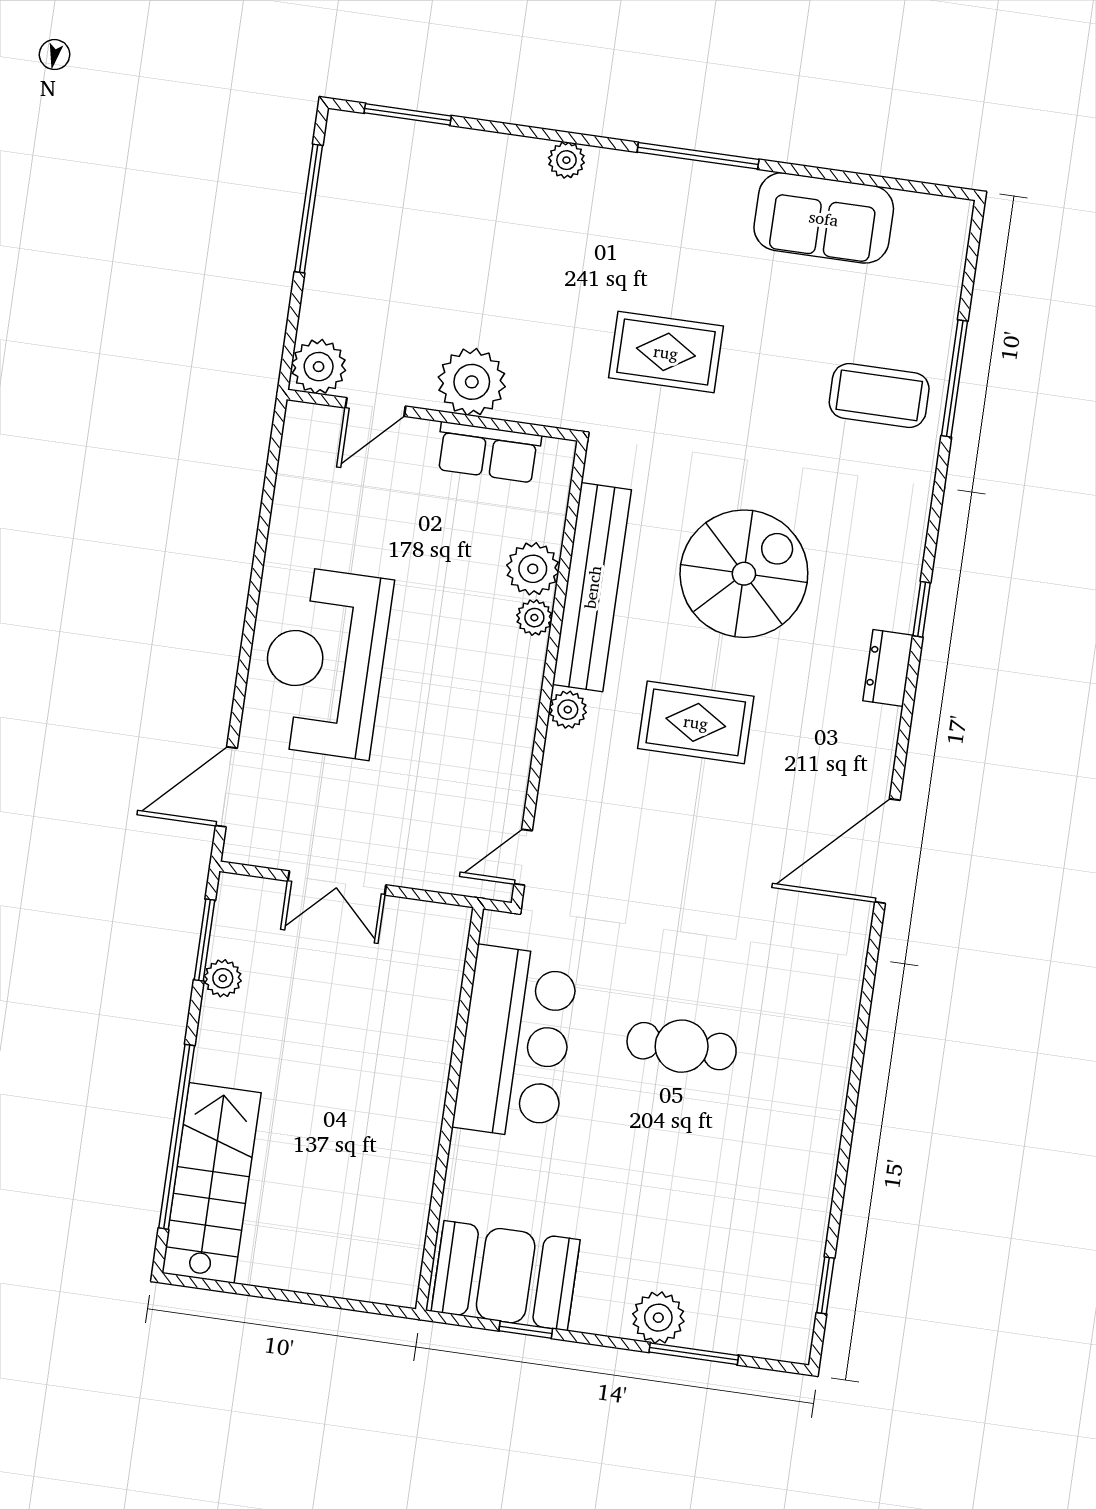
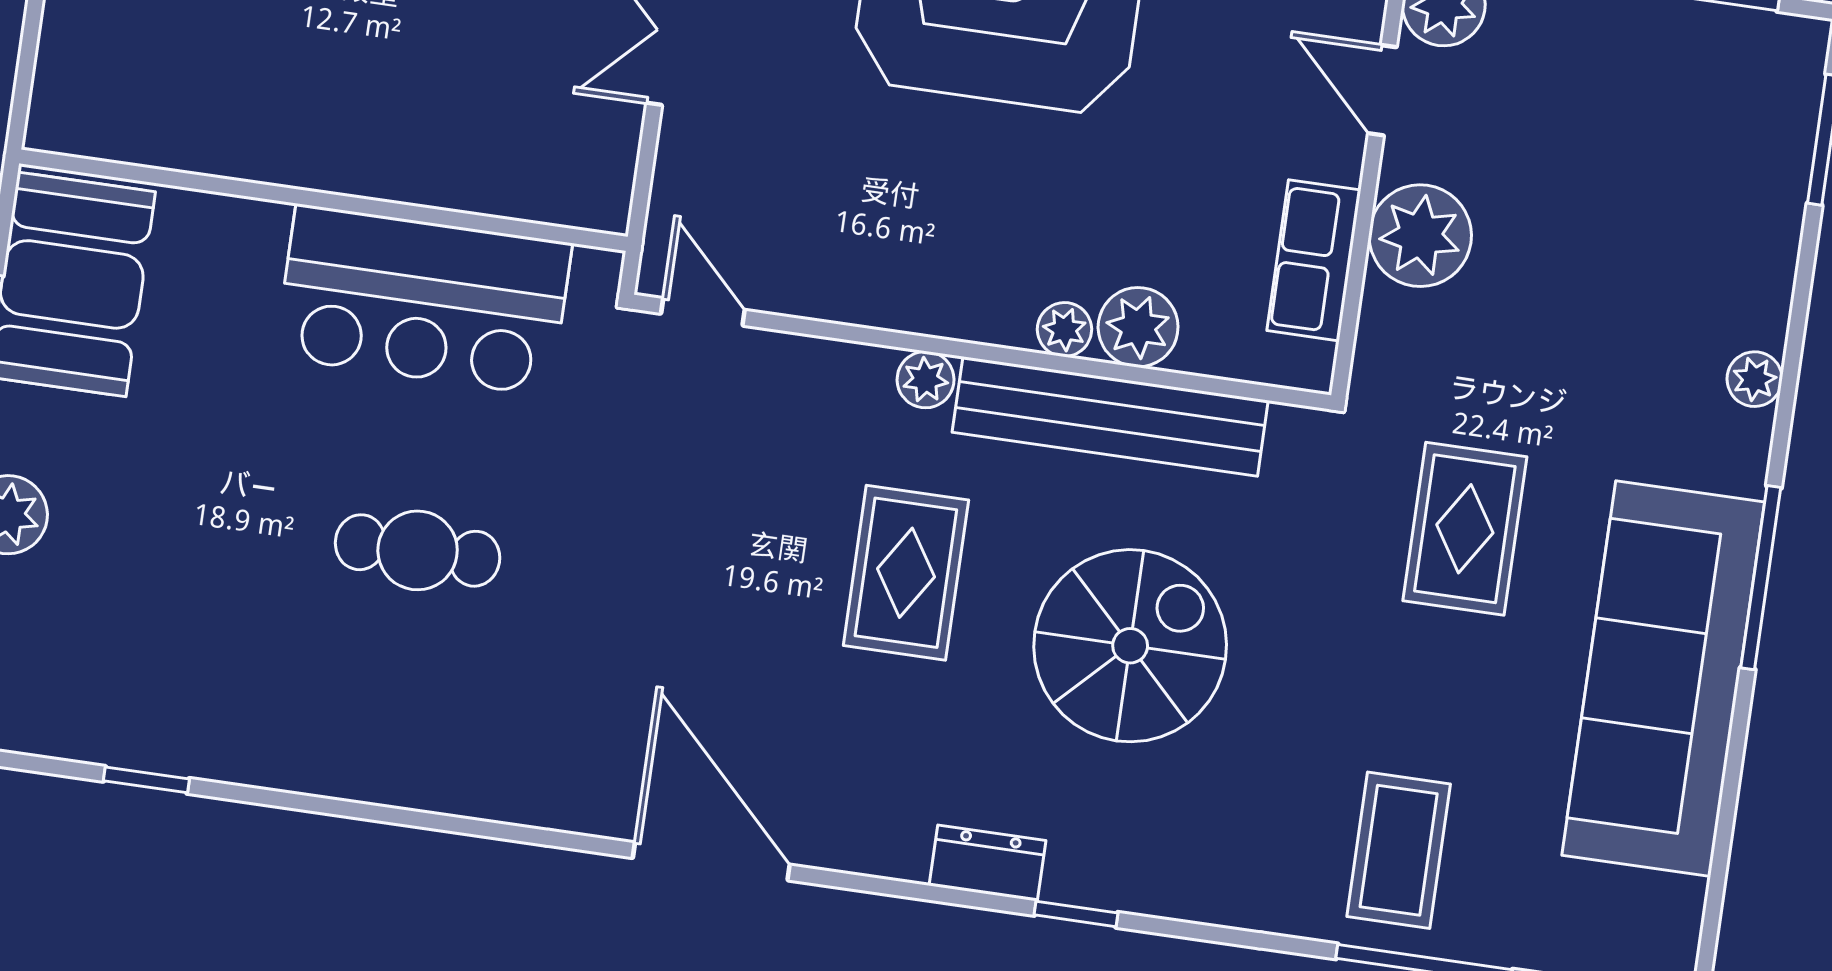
sofa: (824, 218) -> (1663, 679), width x1.85, depth x1.27
spiral stairs: (744, 574) -> (1130, 646), turned -90
cafe table: (682, 1046) -> (418, 550), turned 90
window: (825, 1285) -> (146, 780), moved

